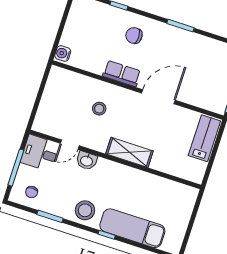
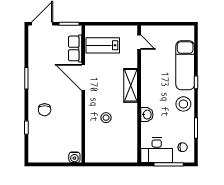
row of seats: (122, 74) -> (75, 48), moved
lab bench: (204, 138) -> (103, 45), moved
door: (70, 145) -> (139, 42), moved
desk: (40, 153) -> (157, 150), width x1.37

